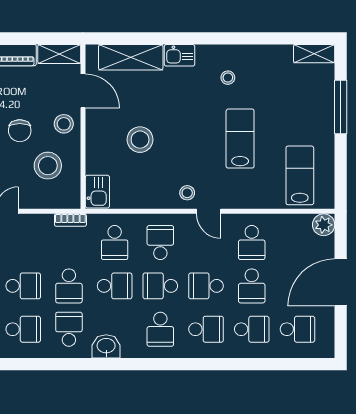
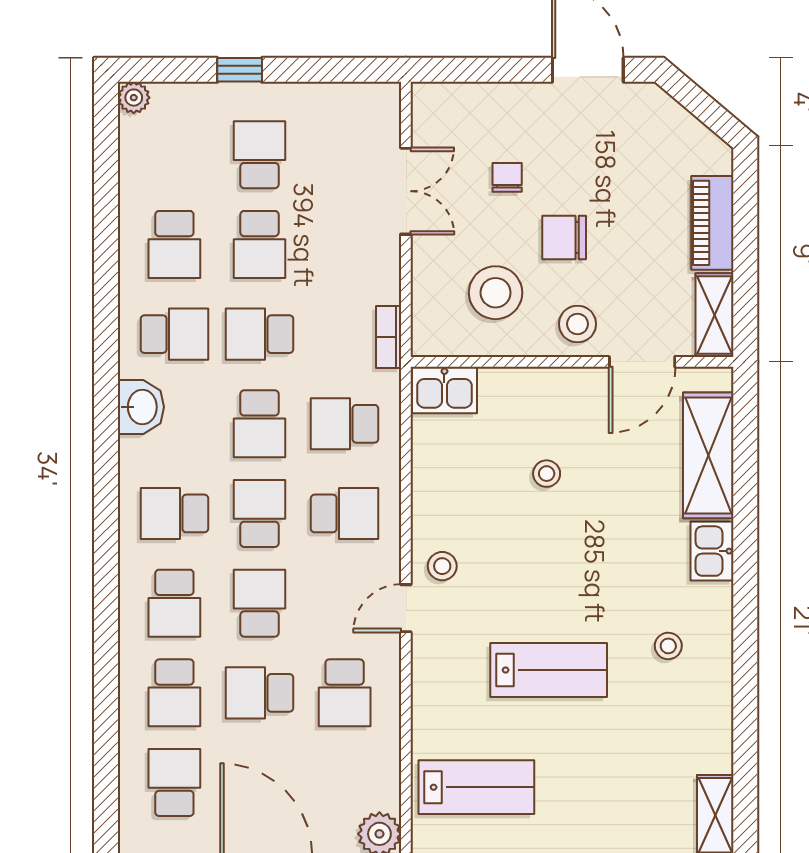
stool: (140, 140) -> (547, 474), width x0.53, depth x0.53
school desk: (252, 243) -> (345, 693), turned -90
school desk: (297, 329) -> (174, 783), turned 180

